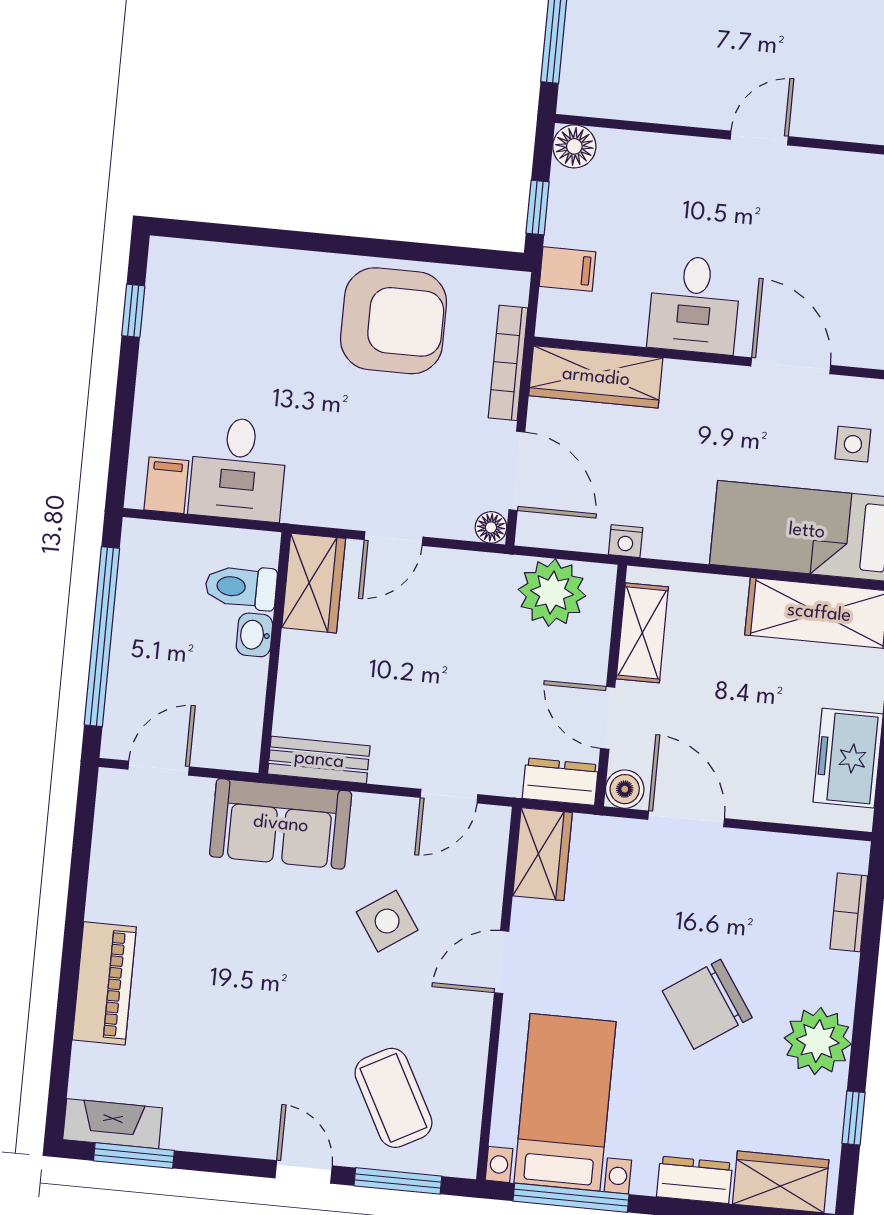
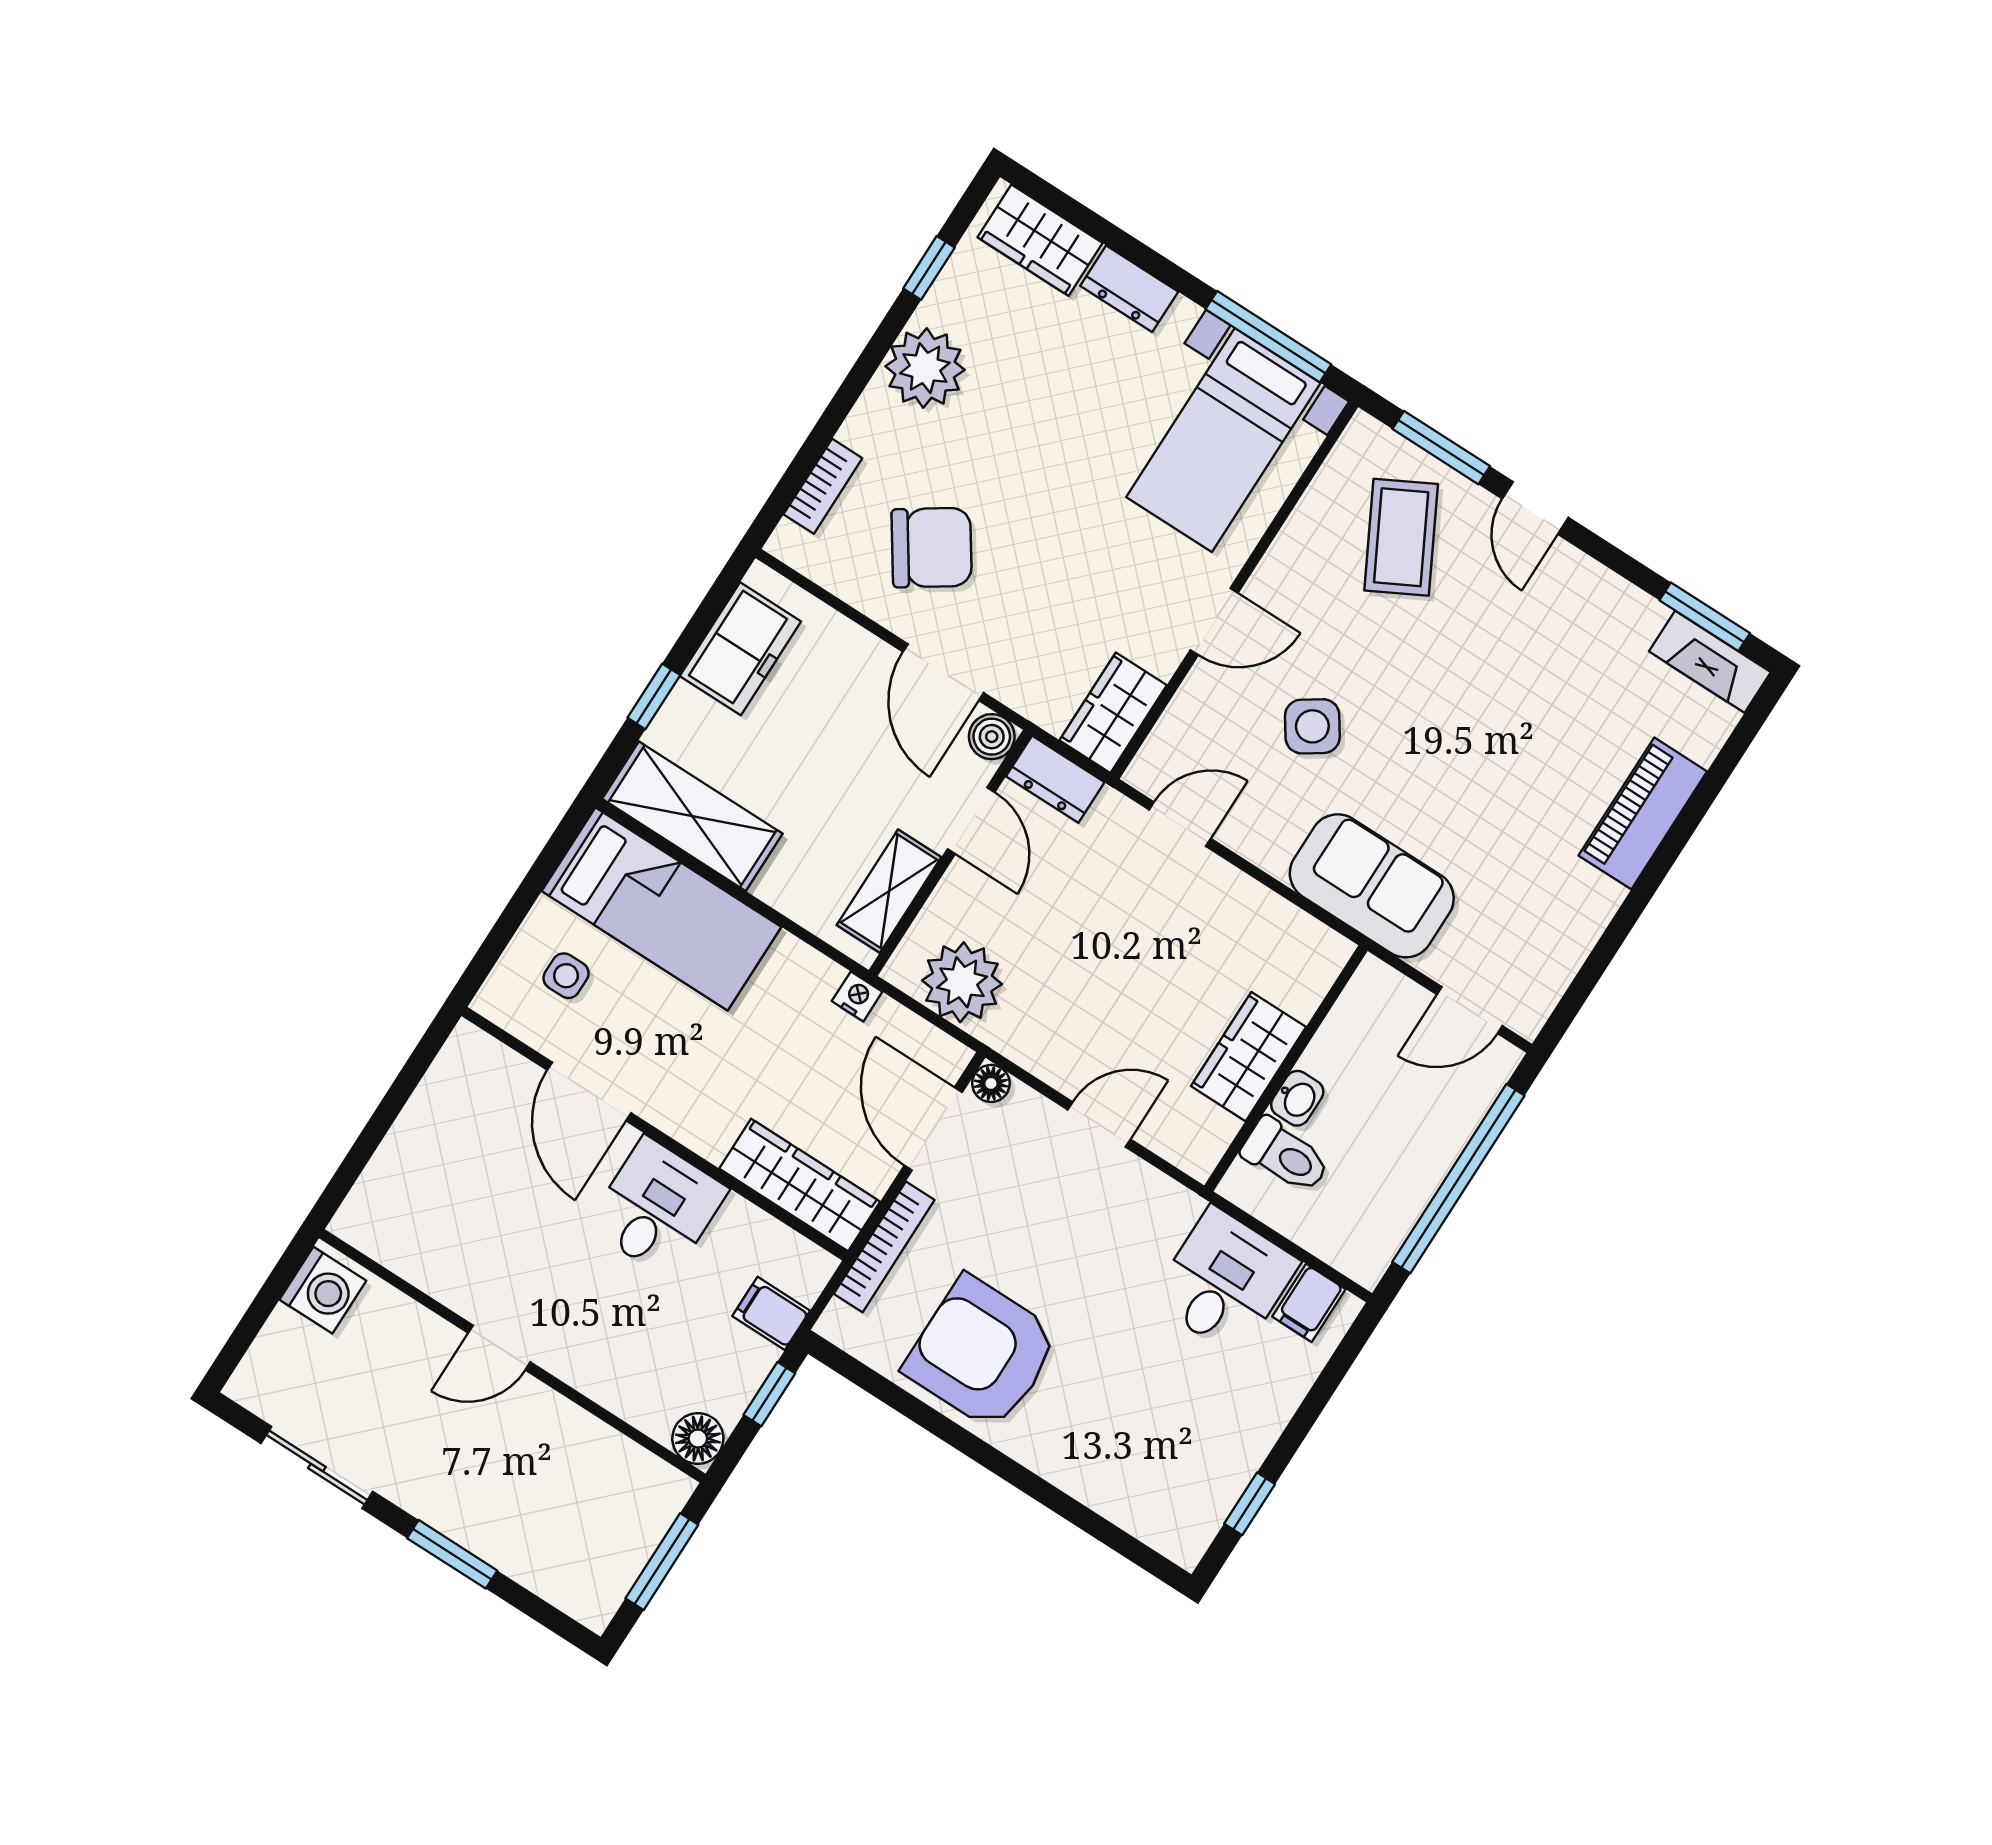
wardrobe: (314, 583) -> (1248, 1057), moved
bench: (319, 760) -> (1297, 932), removed
chair: (707, 1004) -> (932, 548), moved

